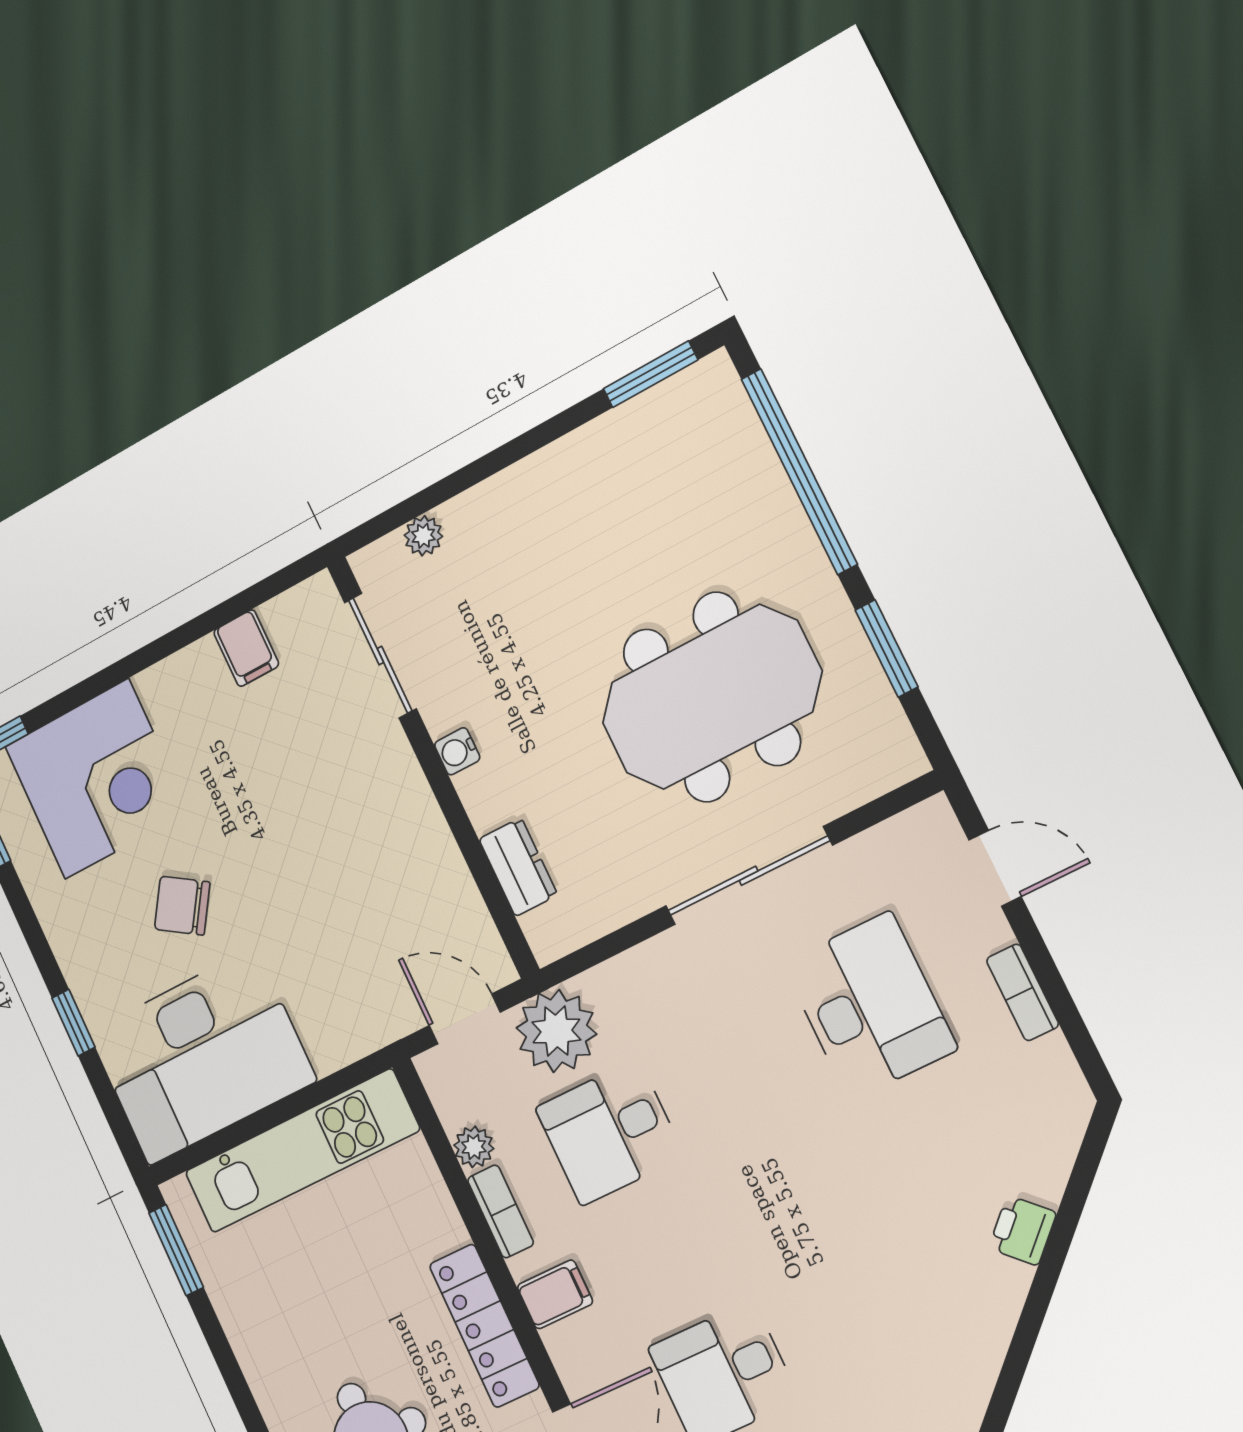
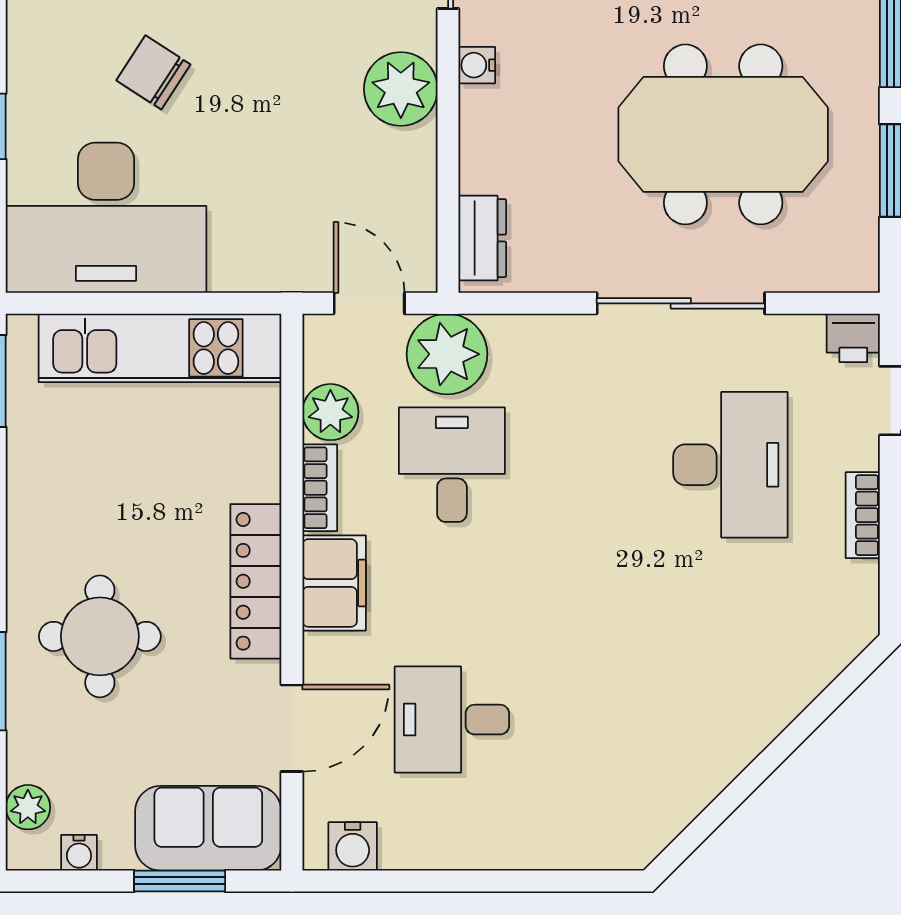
plant: (401, 808) -> (401, 89), added
dresser: (518, 867) -> (482, 238), moved
desk: (610, 1132) -> (452, 465), turned 90
plant: (474, 1147) -> (330, 412), width x1.38, depth x1.38
printer: (1022, 1230) -> (853, 338), moved, turned -135
filing cabinet: (555, 1294) -> (334, 583), width x2.00

